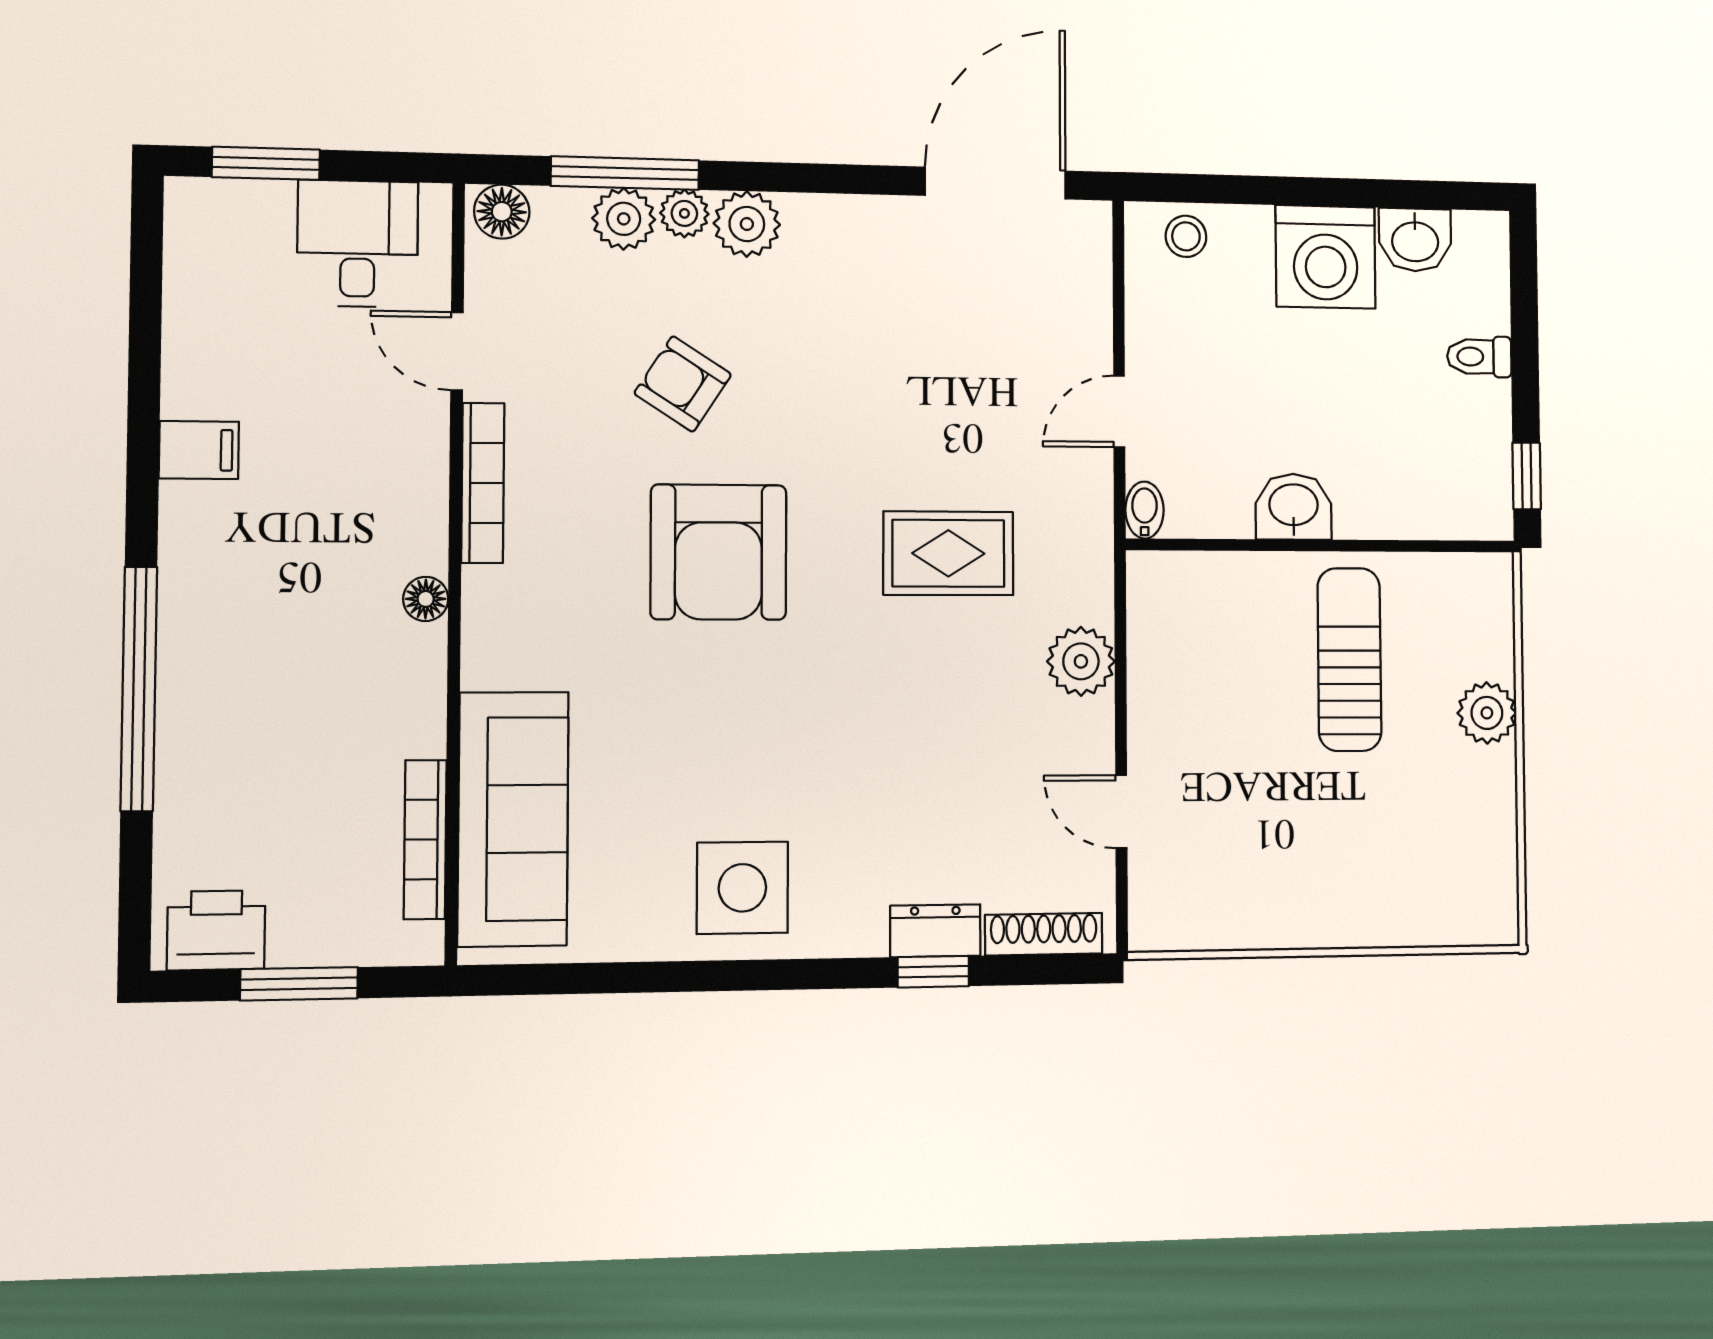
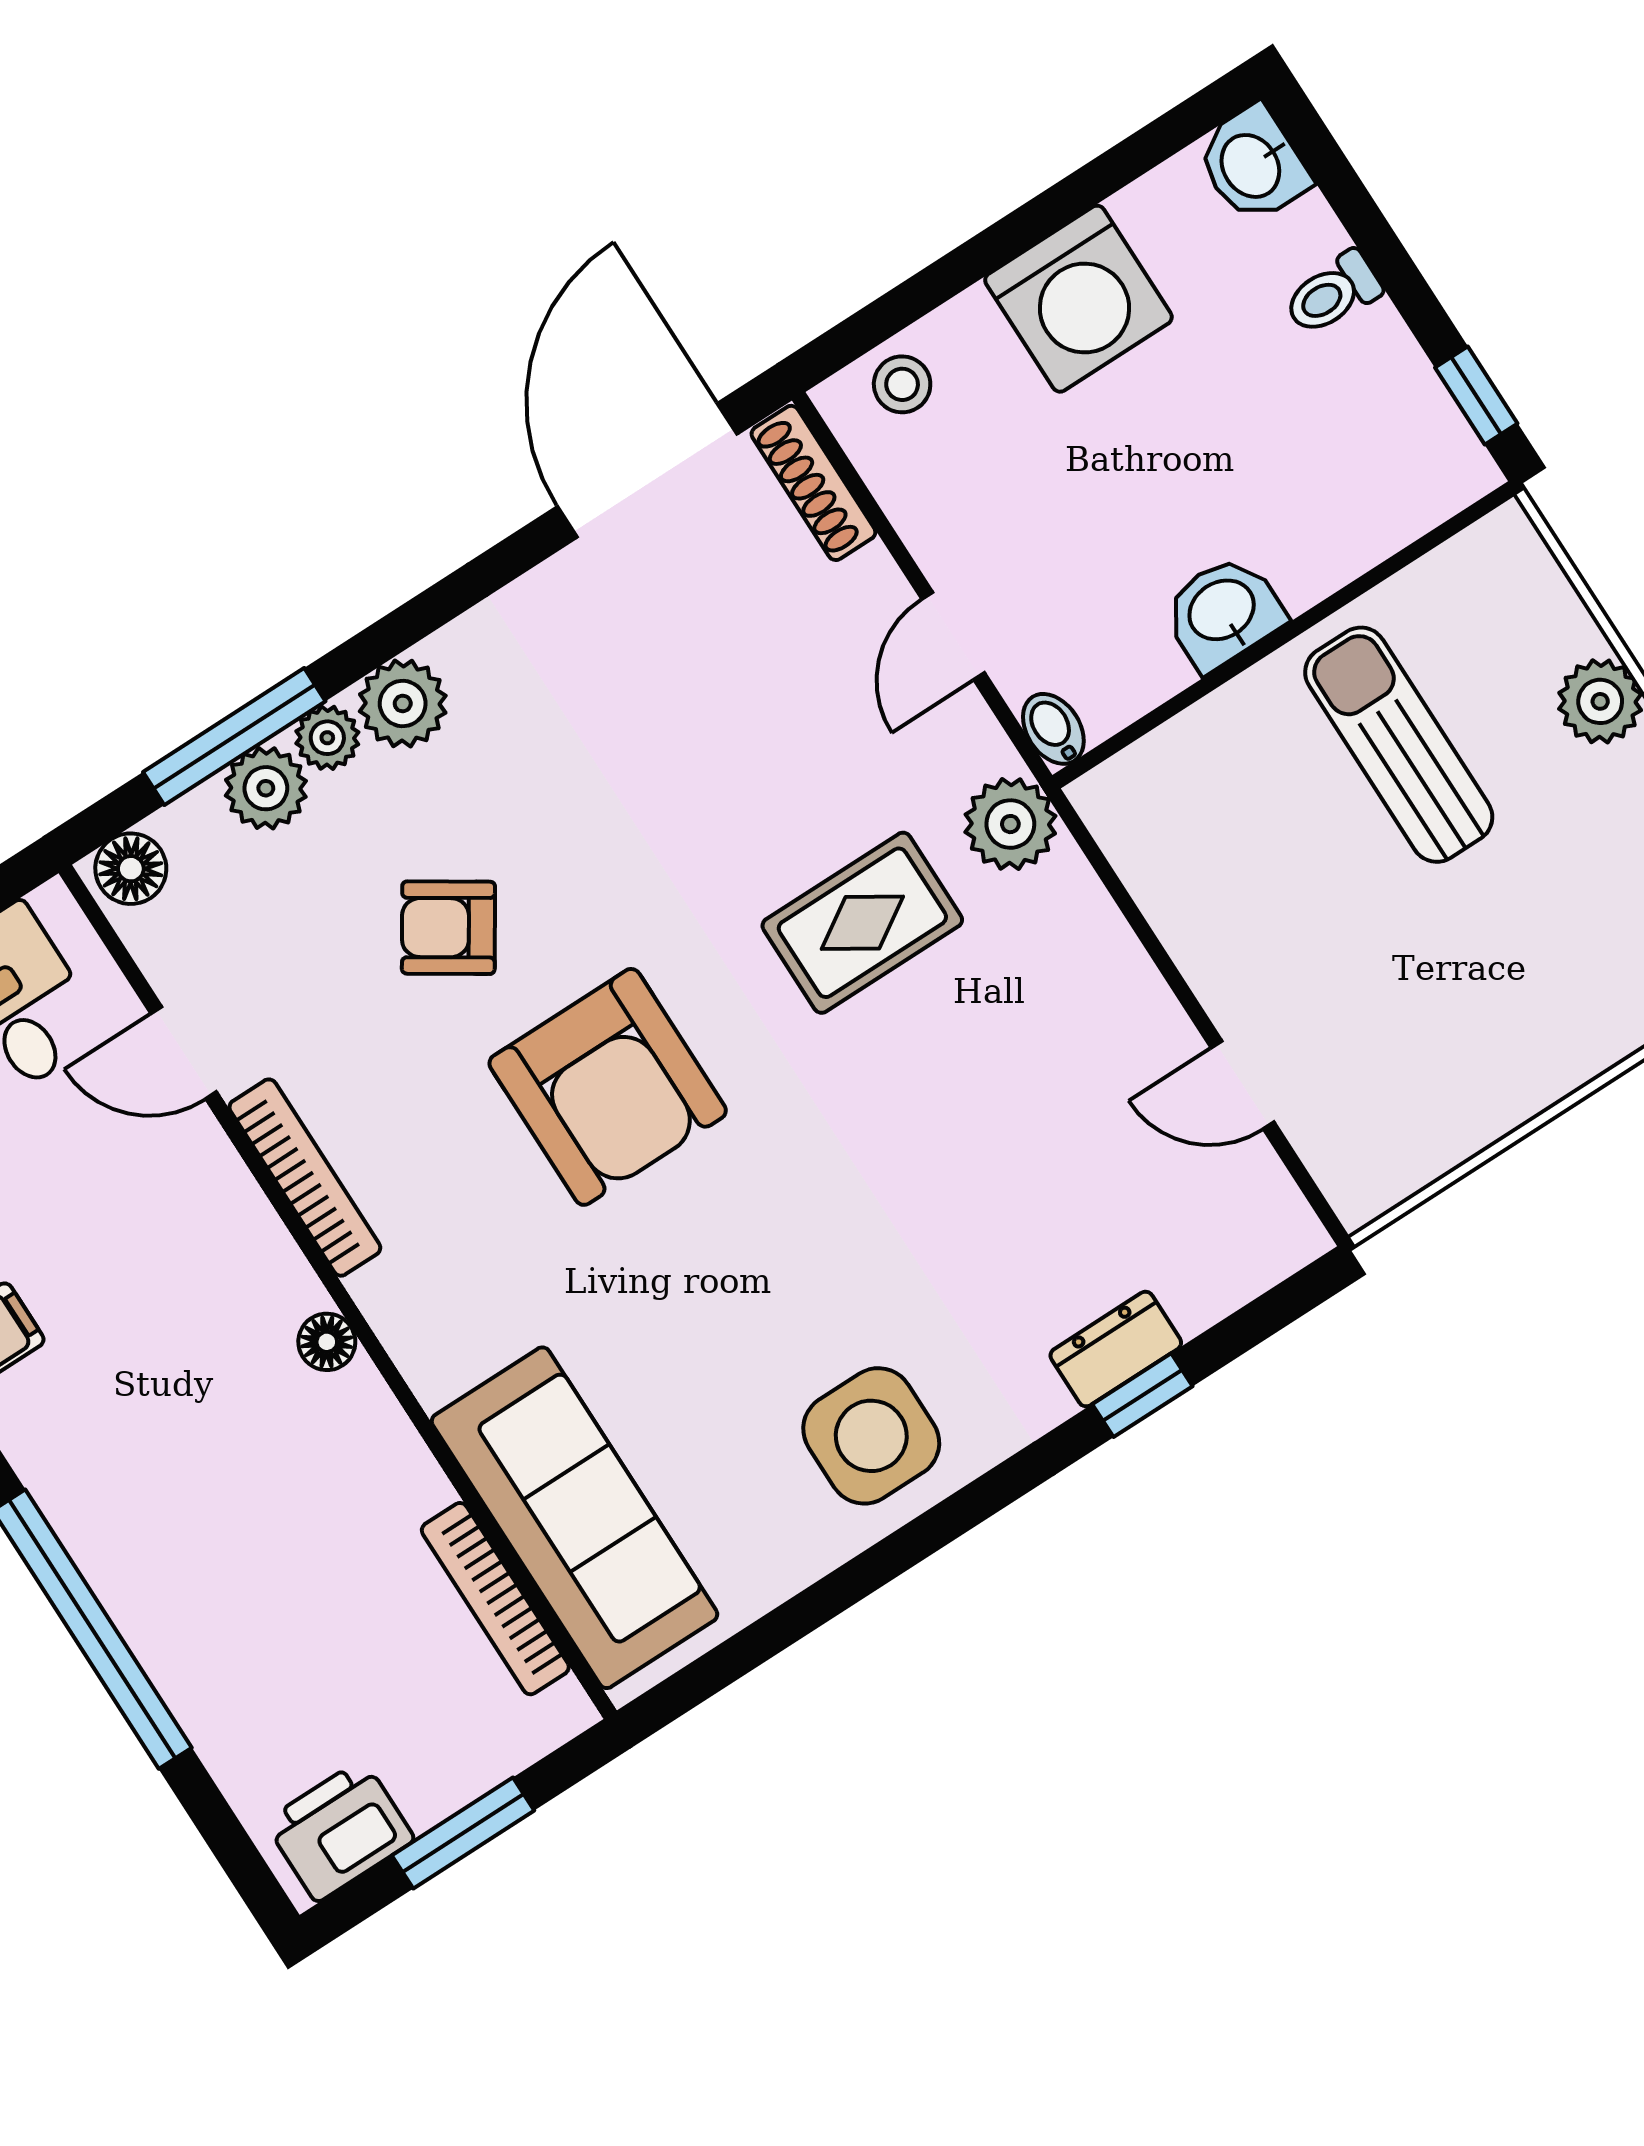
washbasin: (1415, 240) -> (1253, 165), moved, turned 90
plant: (1081, 661) -> (1010, 824), moved
shoe rack: (1044, 934) -> (813, 483), moved, turned -90

